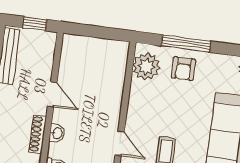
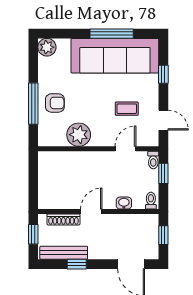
plant: (146, 66) -> (79, 135), moved
shoe rack: (38, 134) -> (63, 219), moved

